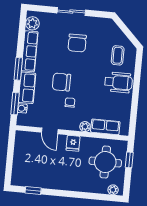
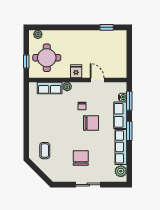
wheelchair: (118, 82) -> (42, 127), removed

